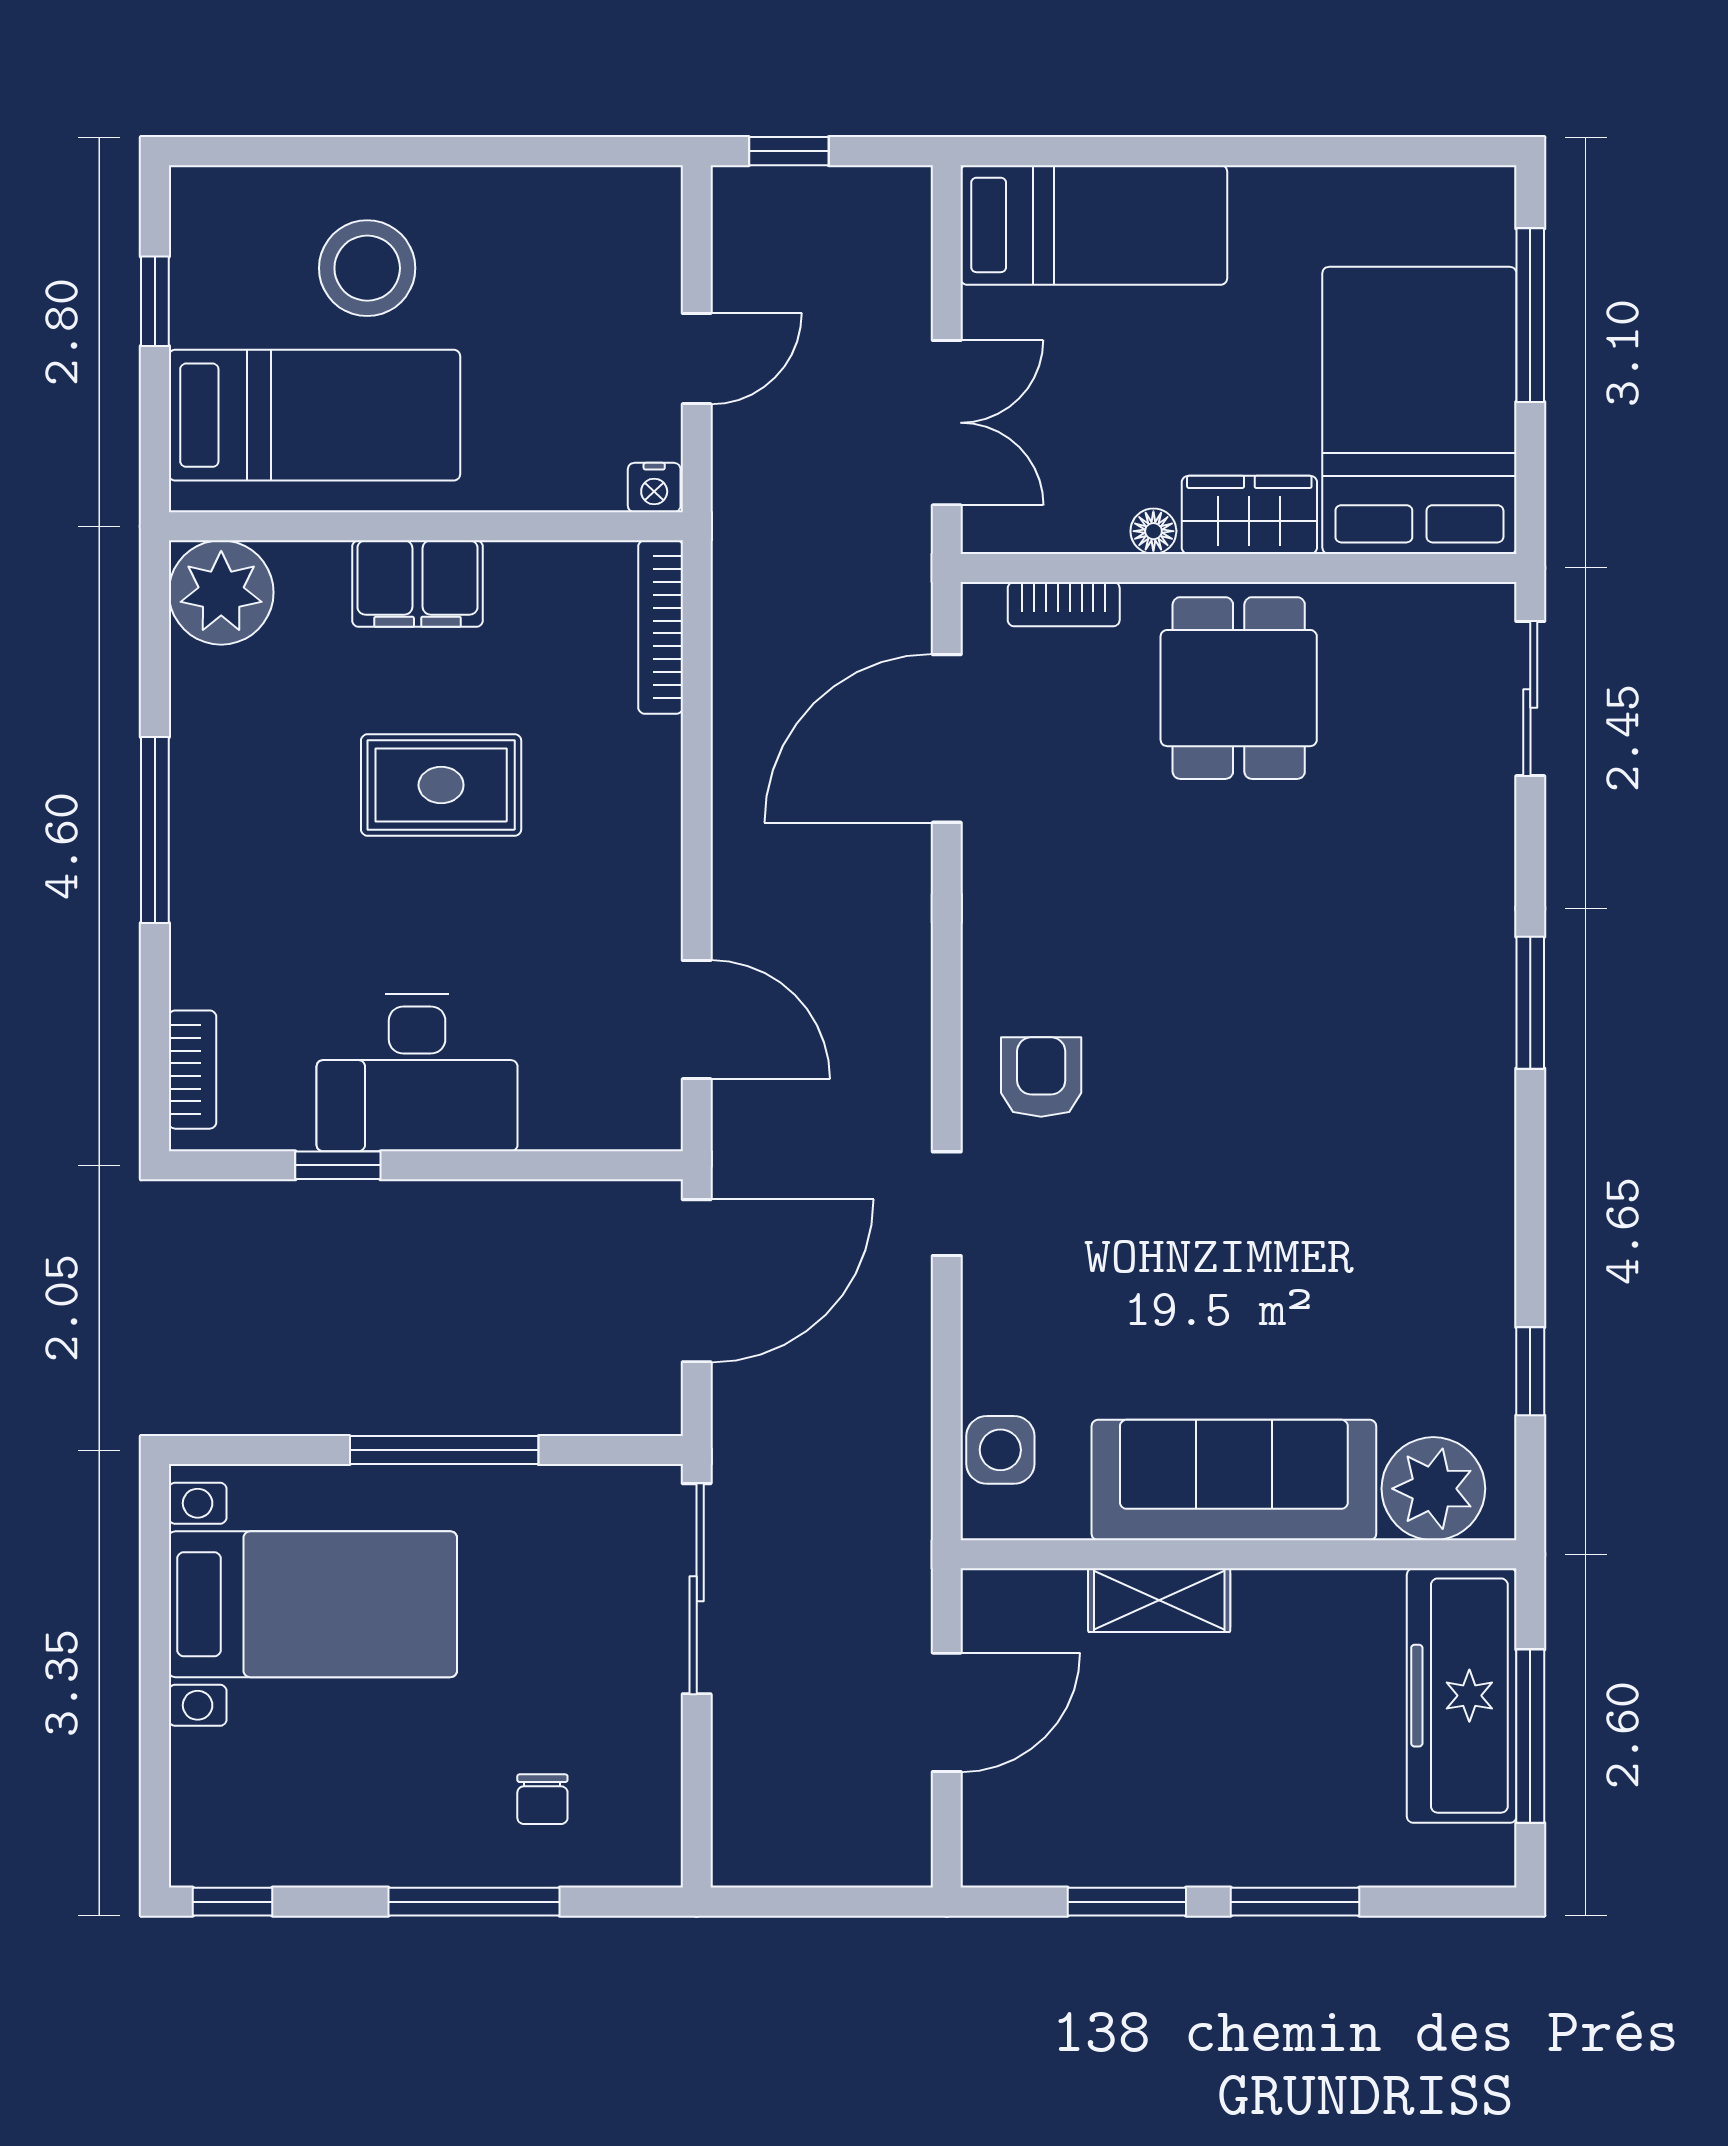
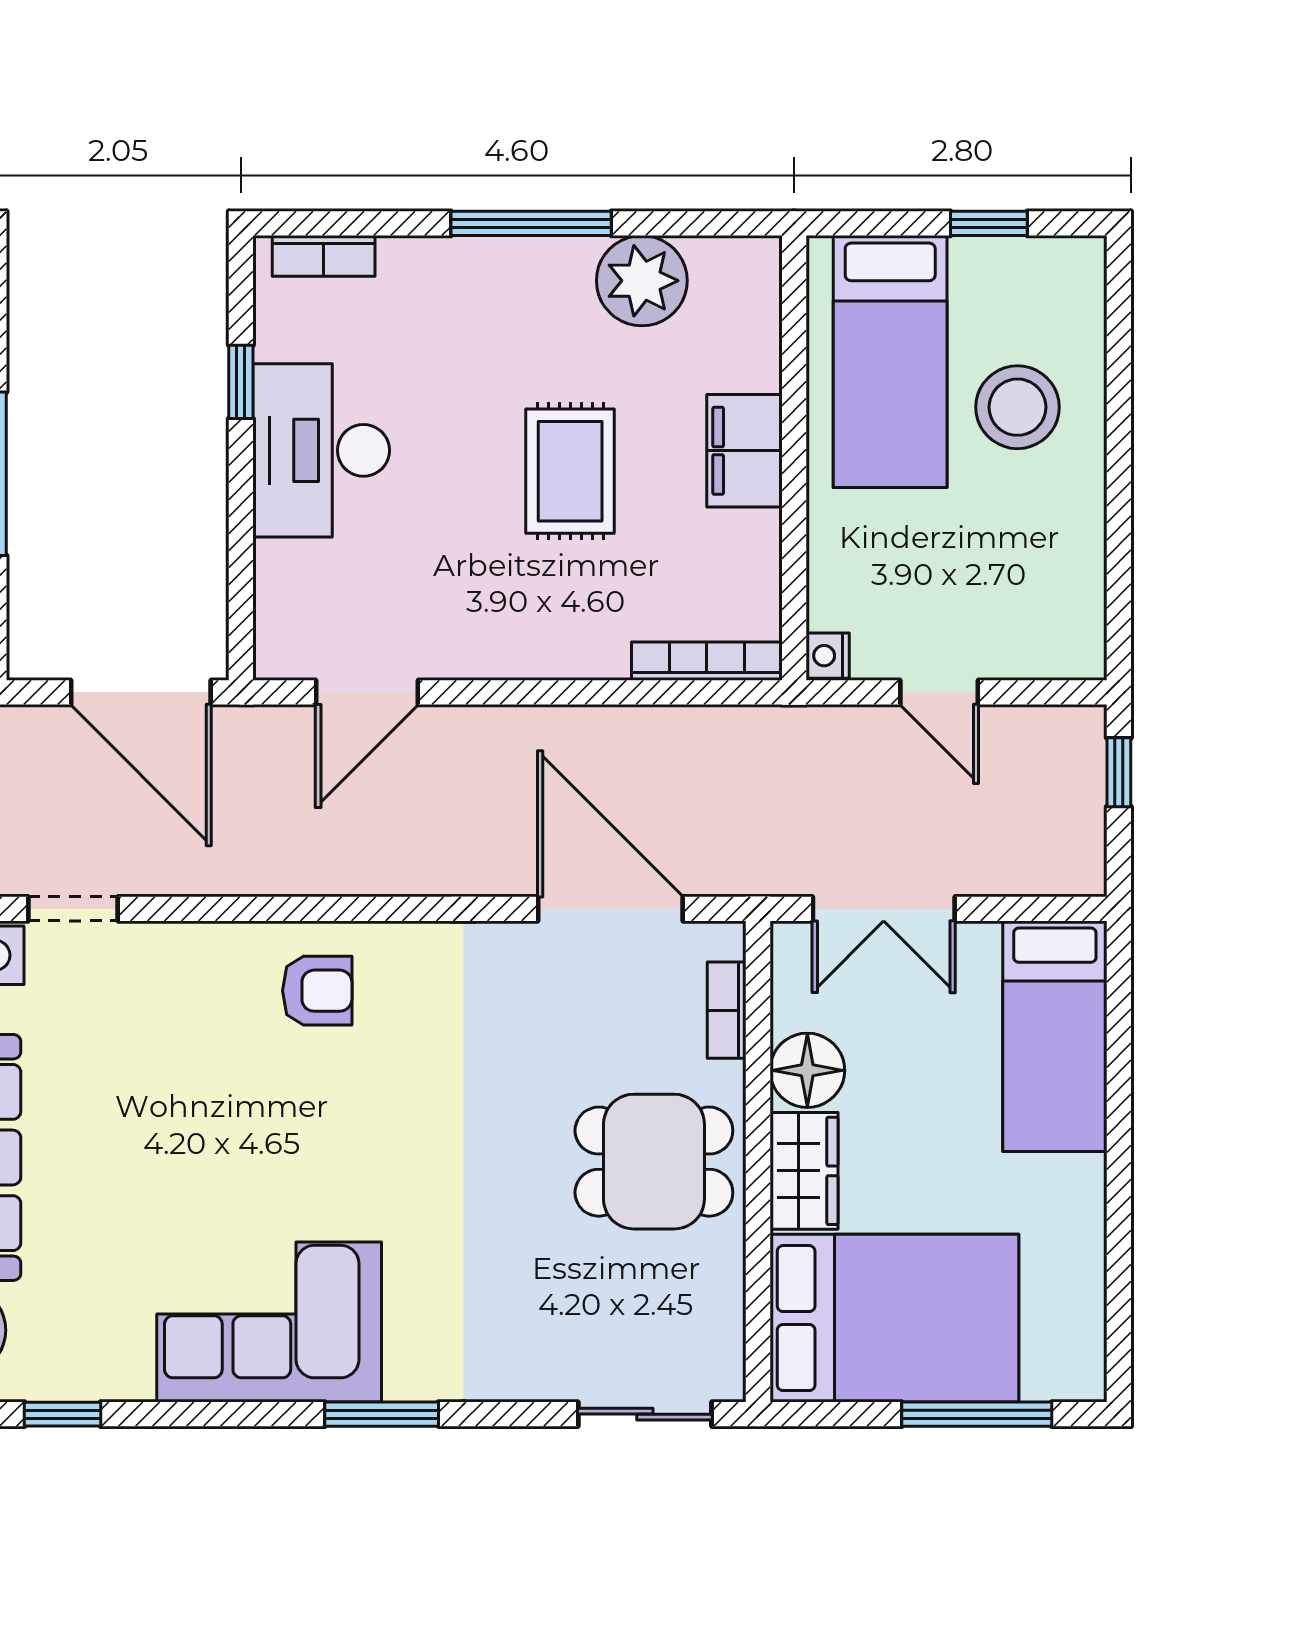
floor lamp: (1153, 531) -> (807, 1070), width x1.89, depth x1.89
plant: (221, 592) -> (642, 281), moved
corner sofa: (1424, 1133) -> (269, 1322), added
doorway: (947, 1204) -> (73, 909), moved

